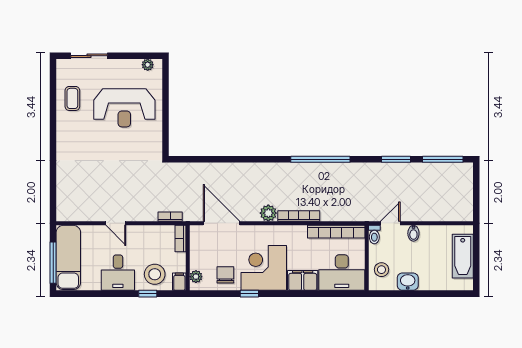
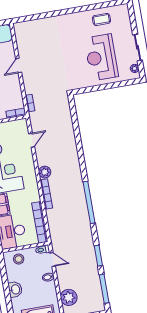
sliding door: (89, 56) -> (138, 47), moved
plant: (446, 210) -> (69, 297), added
door: (222, 223) -> (32, 140), width x0.53
washbasin: (408, 282) -> (15, 289), moved

